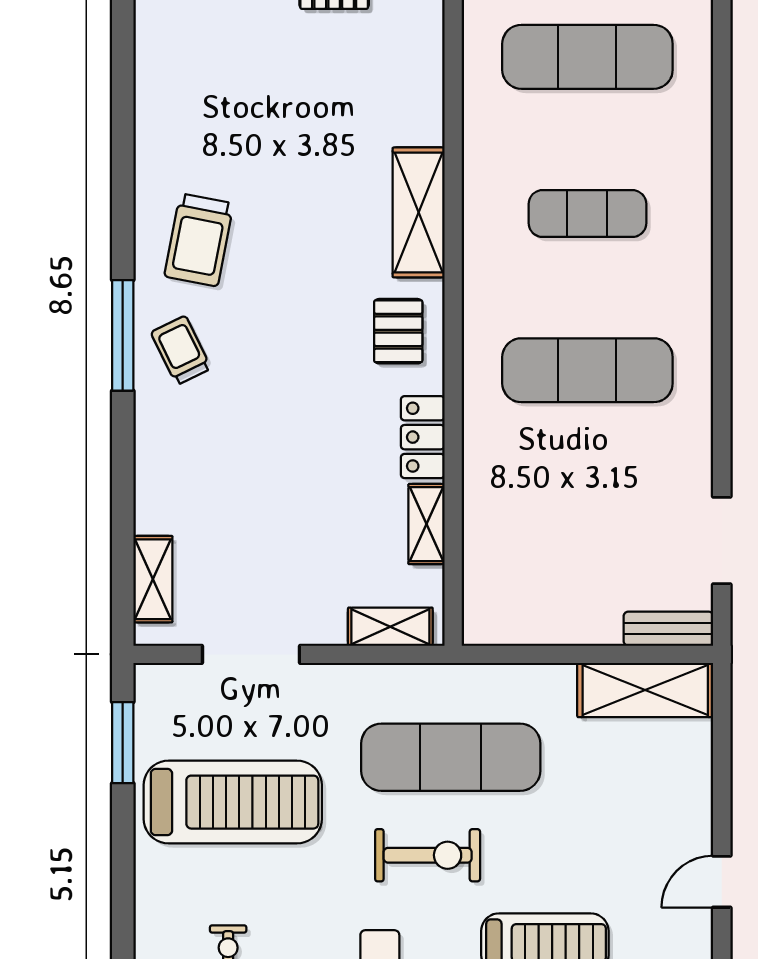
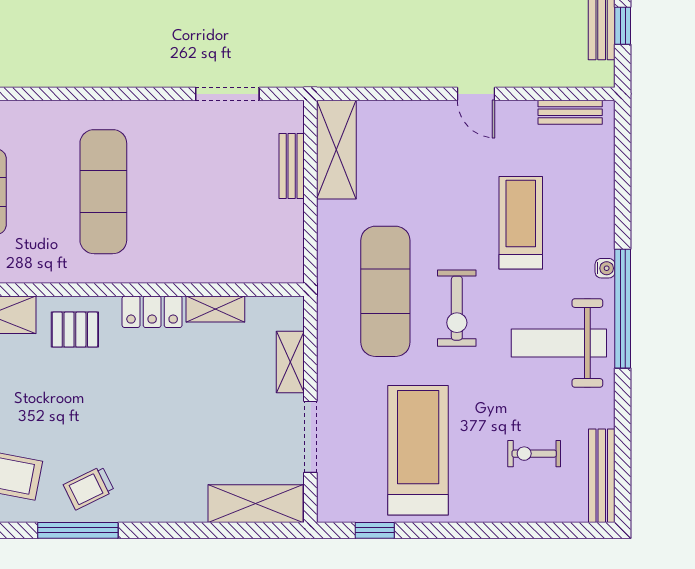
shelving: (153, 579) -> (256, 504), width x1.50, depth x1.33
shelving: (390, 627) -> (290, 362), moved
bench: (668, 629) -> (292, 166), moved
window: (123, 743) -> (375, 530), width x0.67
exercise bike: (428, 855) -> (457, 308), turned 180

